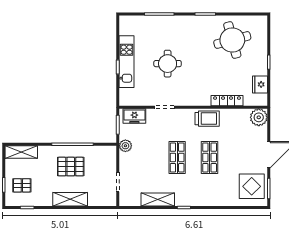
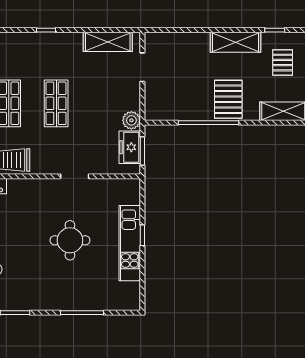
freezer: (134, 116) -> (130, 147), moved, turned -90
pallet: (71, 167) -> (228, 99), moved, turned 90
pallet: (22, 185) -> (283, 63), turned 90
shelving: (70, 199) -> (236, 42), moved
shelving: (158, 199) -> (108, 42), moved

